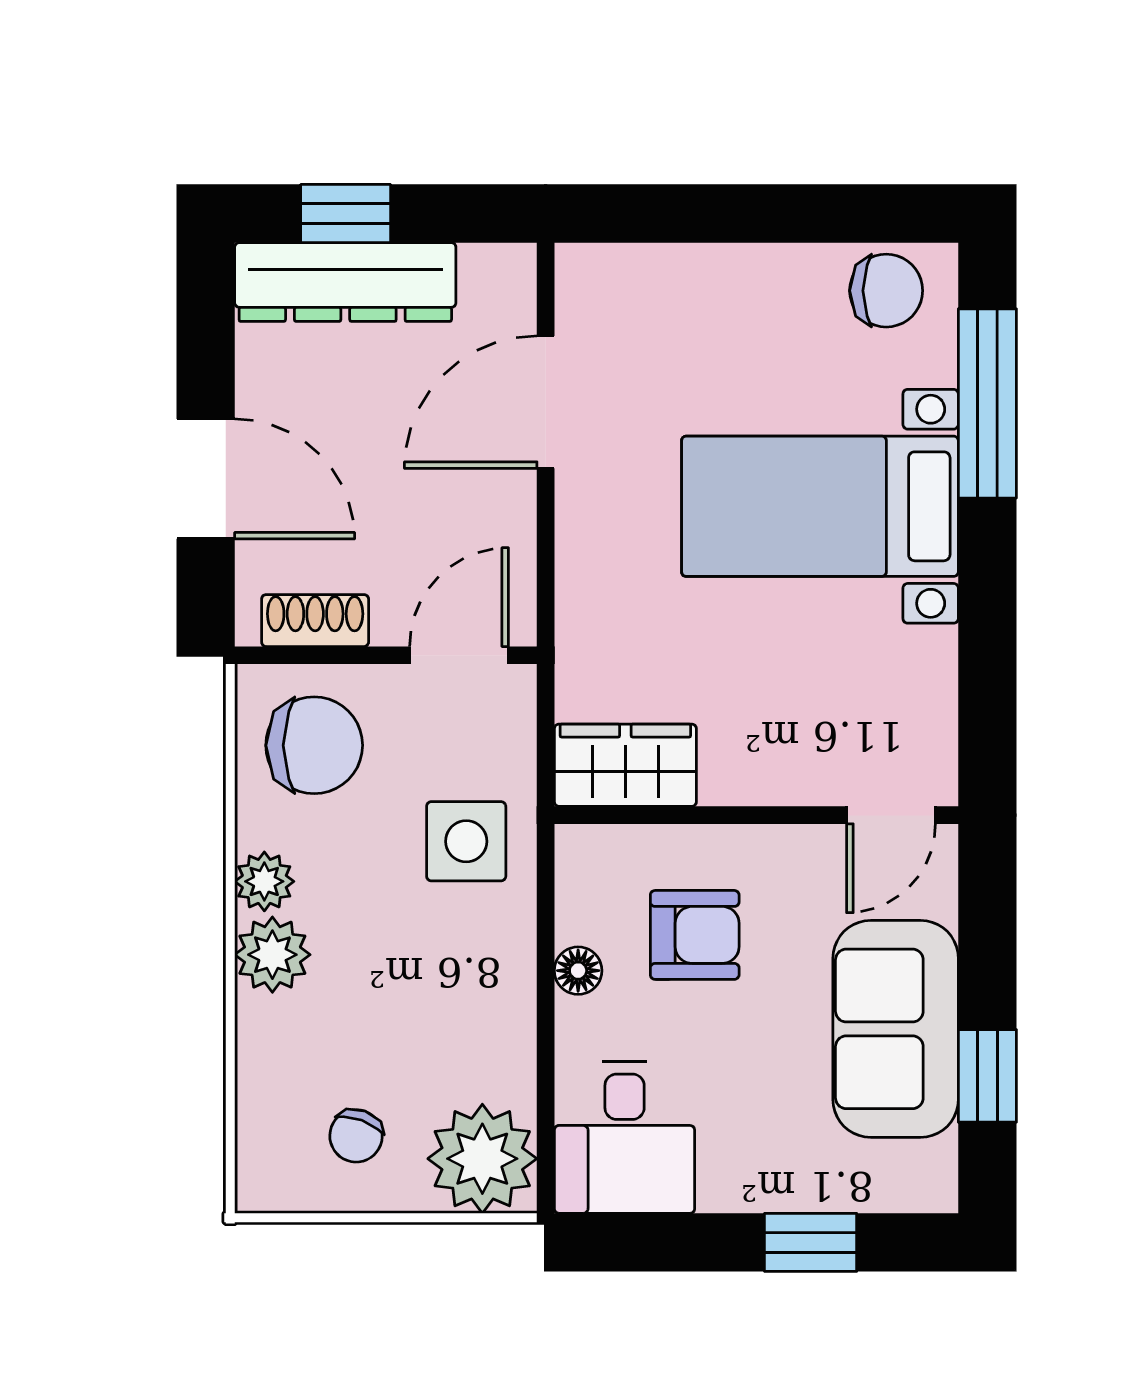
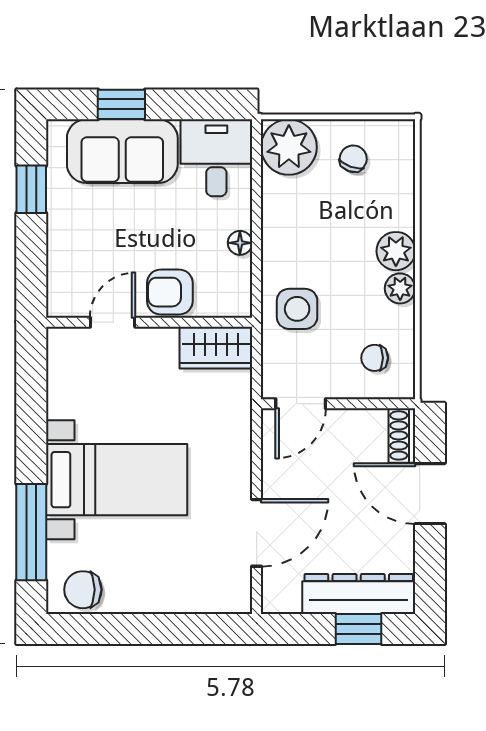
shoe rack: (315, 621) -> (402, 435), moved, turned 90
chair: (314, 745) -> (375, 358), width x0.54, depth x0.54
door: (891, 815) -> (113, 322), moved
armchair: (695, 935) -> (170, 292), moved
sofa: (896, 1029) -> (122, 151), moved, turned 90

